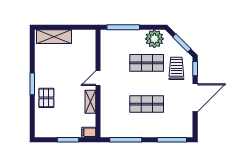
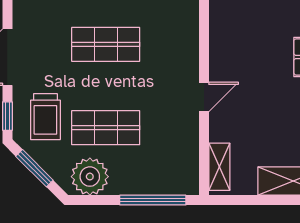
shelving: (90, 102) -> (219, 167), moved

